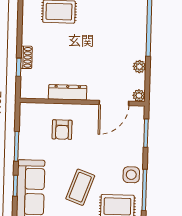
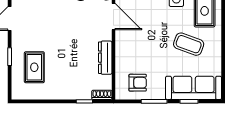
shoe rack: (26, 57) -> (102, 95), moved
armchair: (62, 130) -> (138, 83), moved

